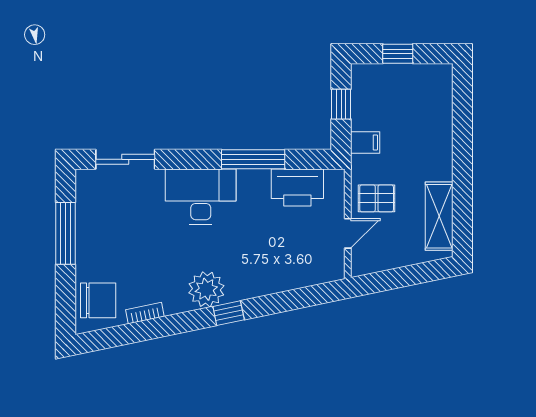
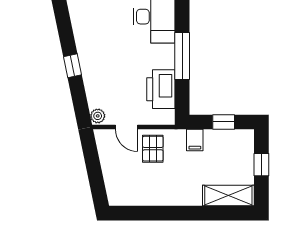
shelving: (439, 216) -> (228, 196), moved
plant: (206, 289) -> (98, 116), moved, width x0.53, depth x0.53
window: (229, 313) -> (73, 66), moved

